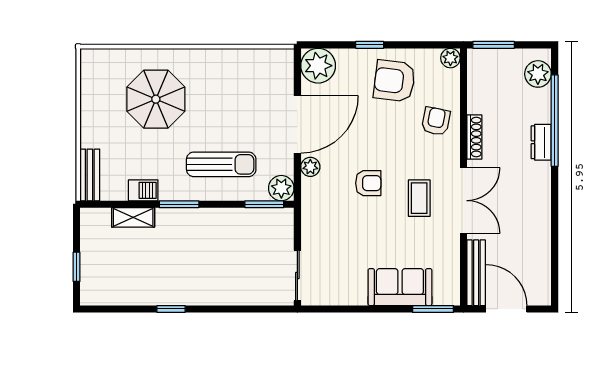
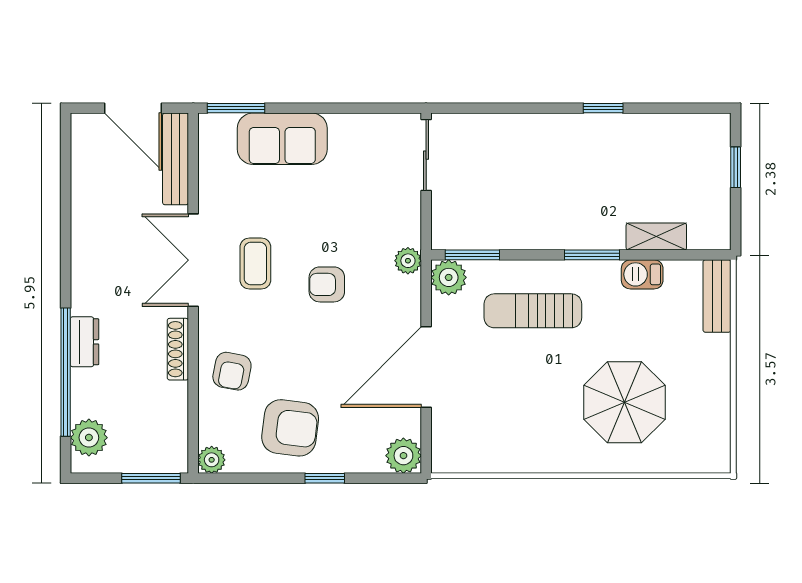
plant: (318, 66) -> (403, 456), width x0.73, depth x0.73
plant: (310, 167) -> (408, 261), moved

